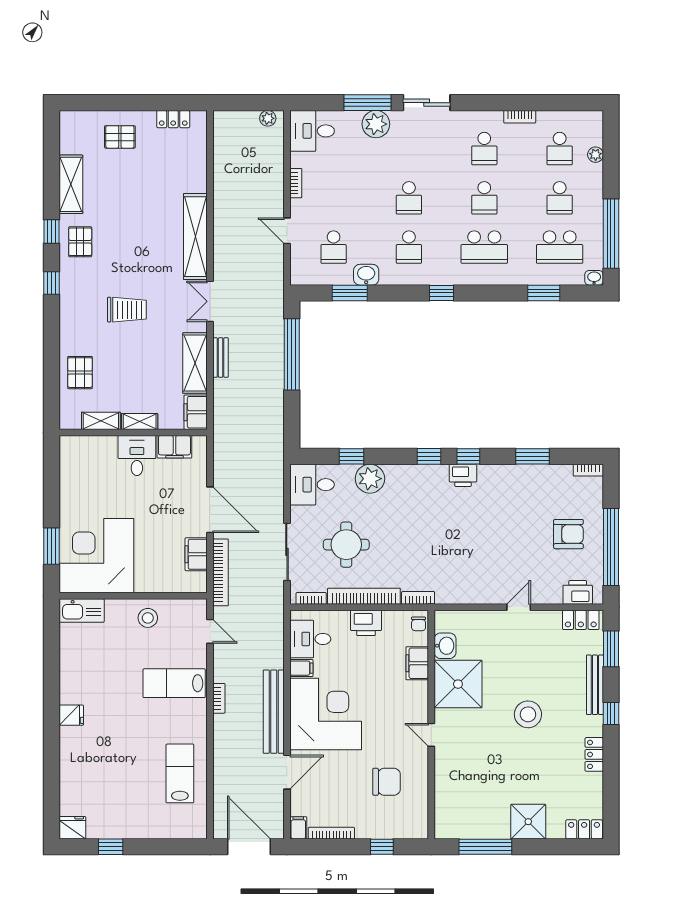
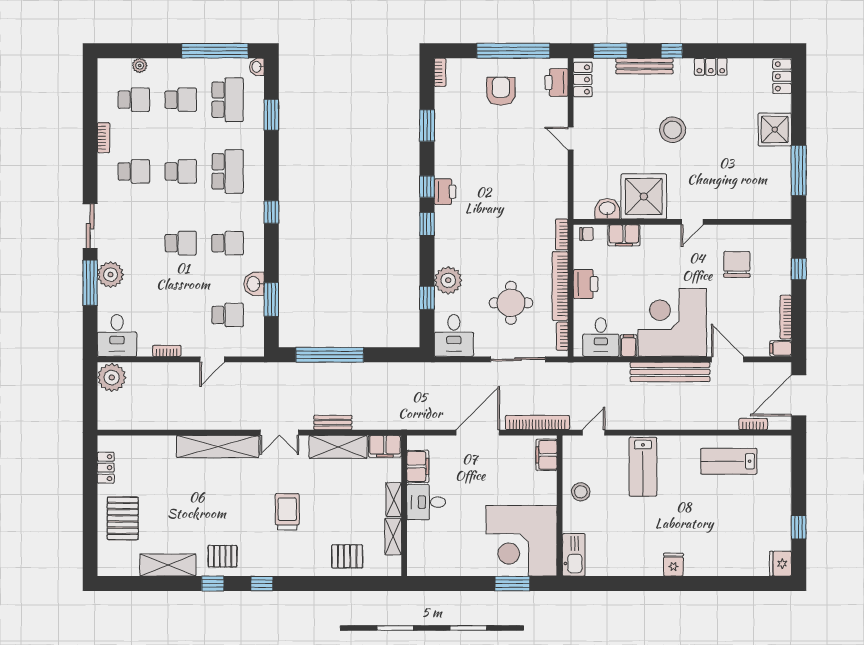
plant: (268, 118) -> (112, 378), width x1.88, depth x1.88
pallet: (120, 137) -> (123, 518), width x1.50, depth x1.42
filing cabinet: (196, 554) -> (547, 455), moved, turned 90
bookcase: (219, 698) -> (753, 424), moved

